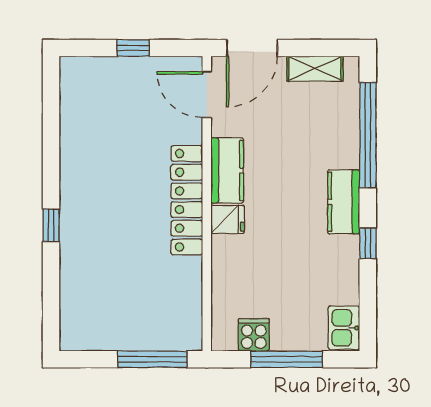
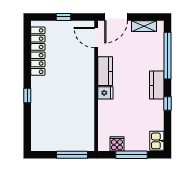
locker: (187, 200) -> (38, 51), moved, turned 180

